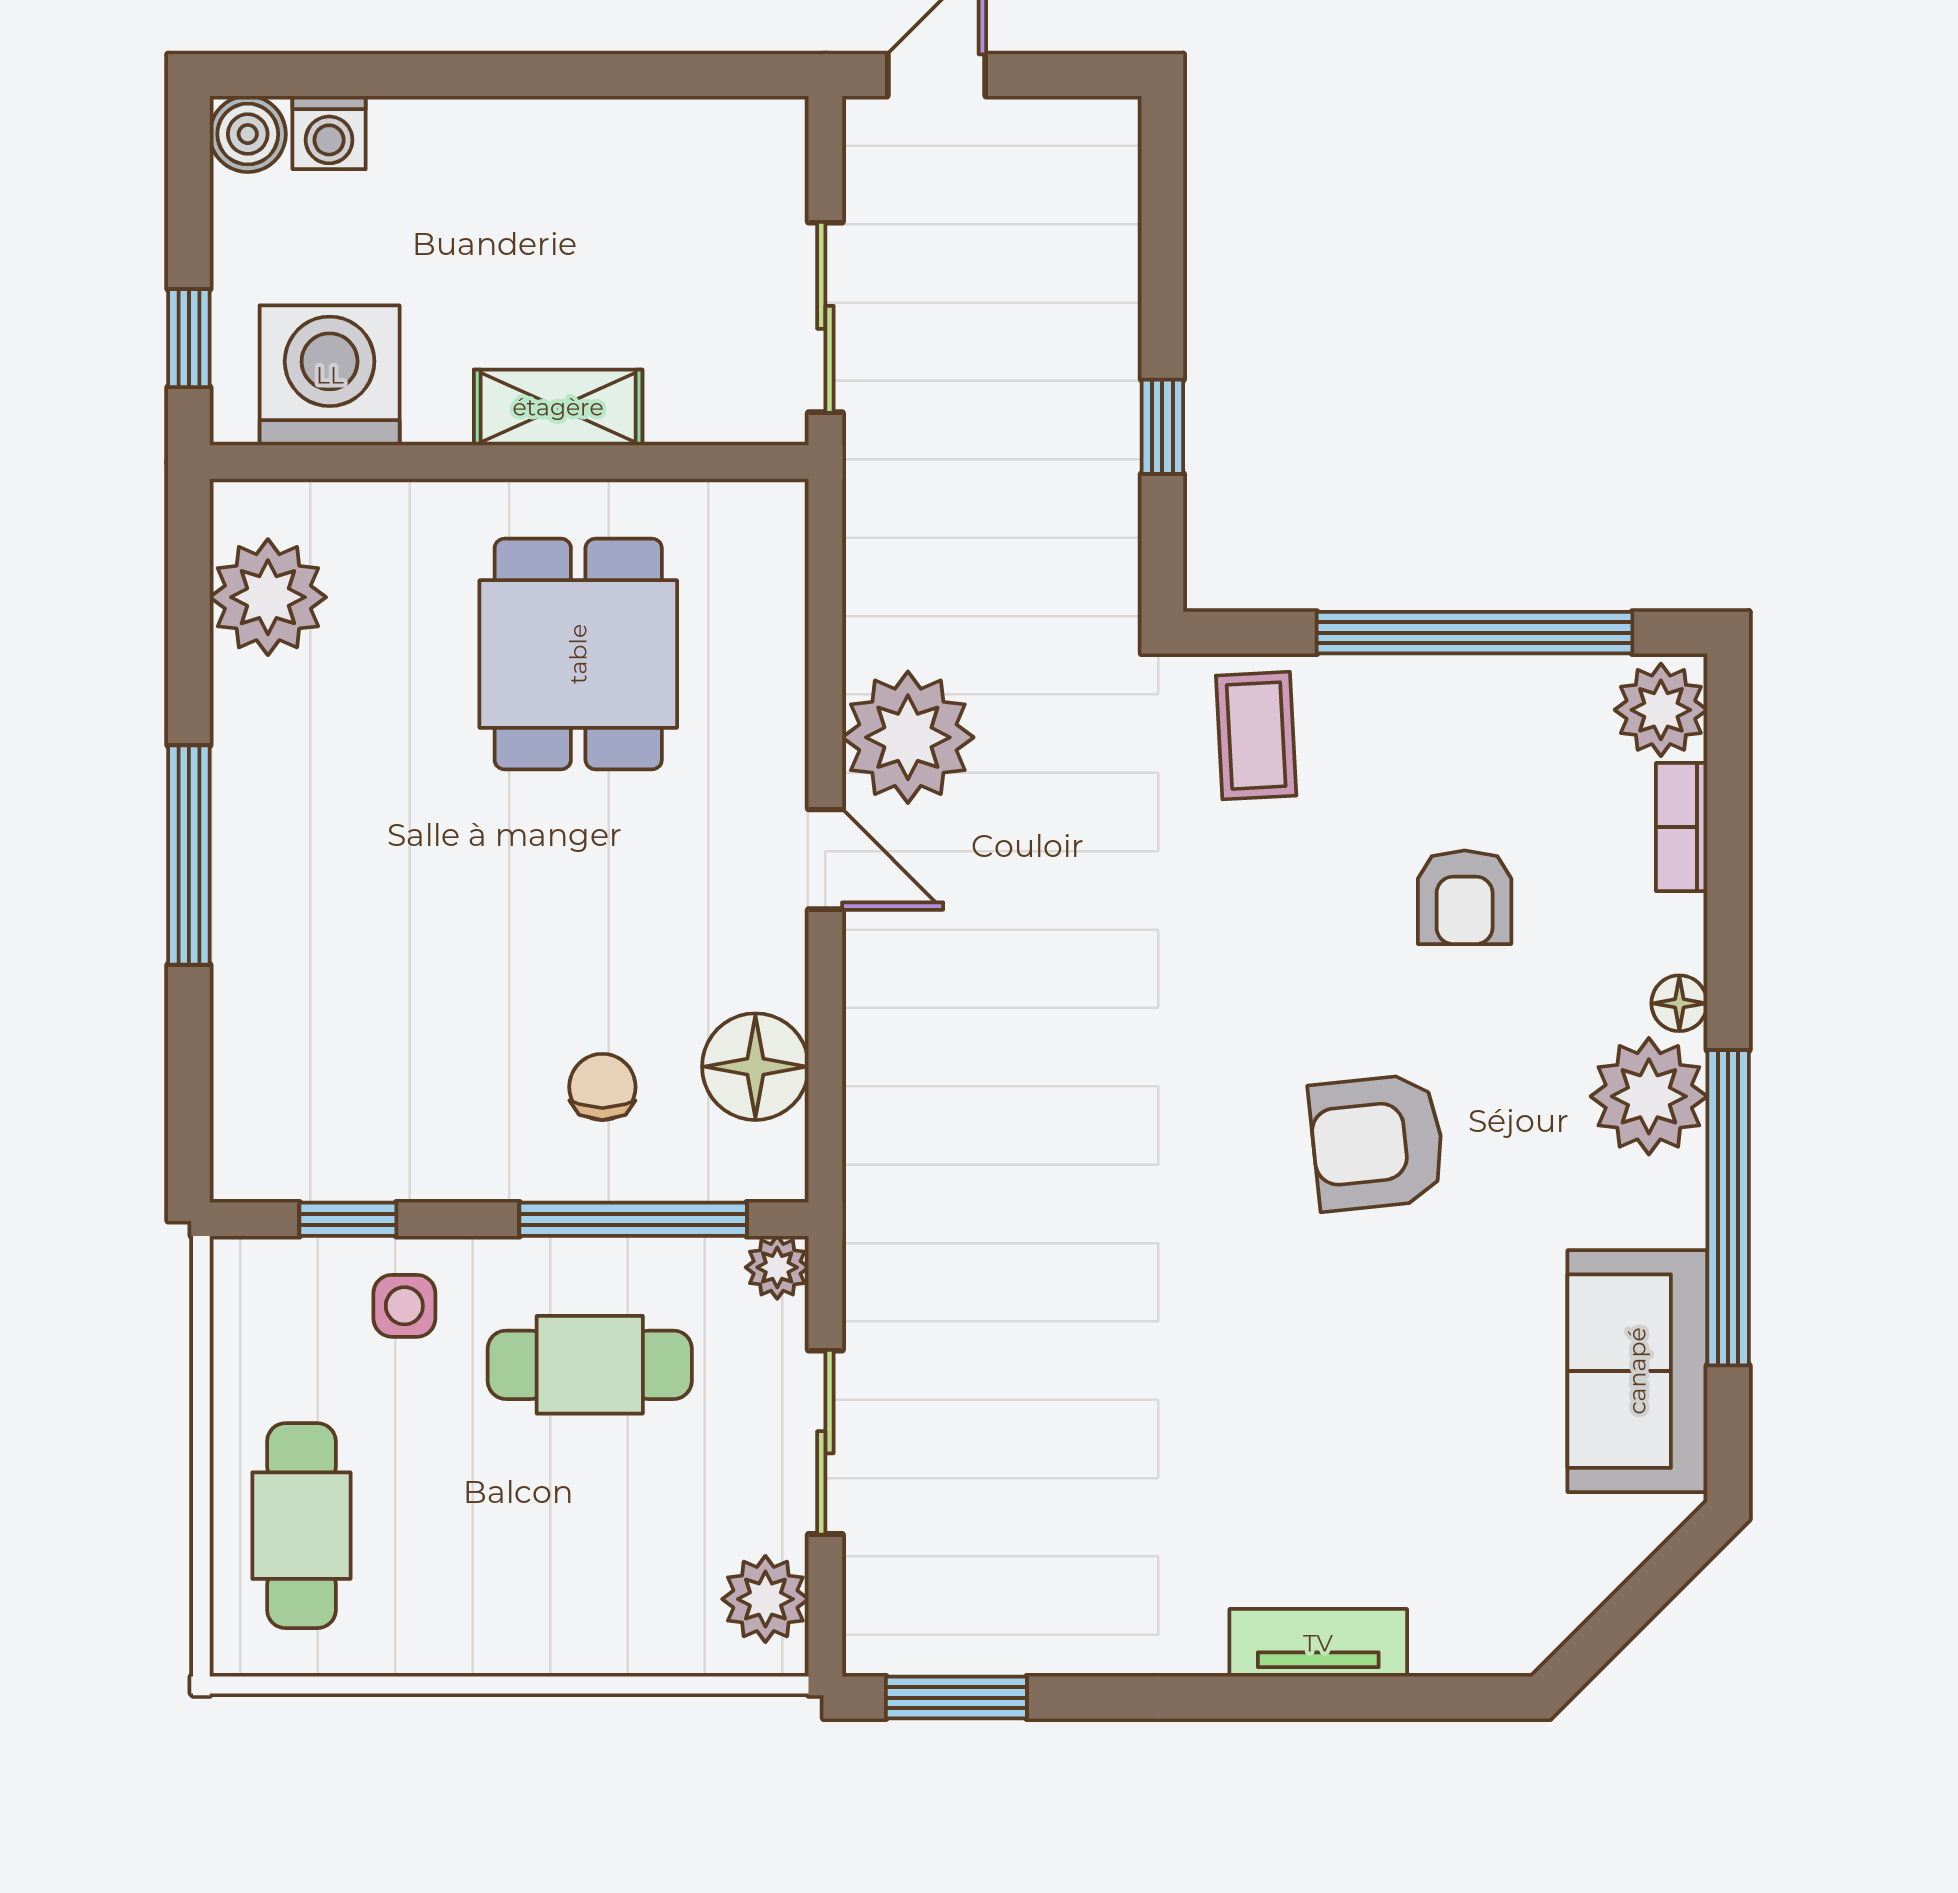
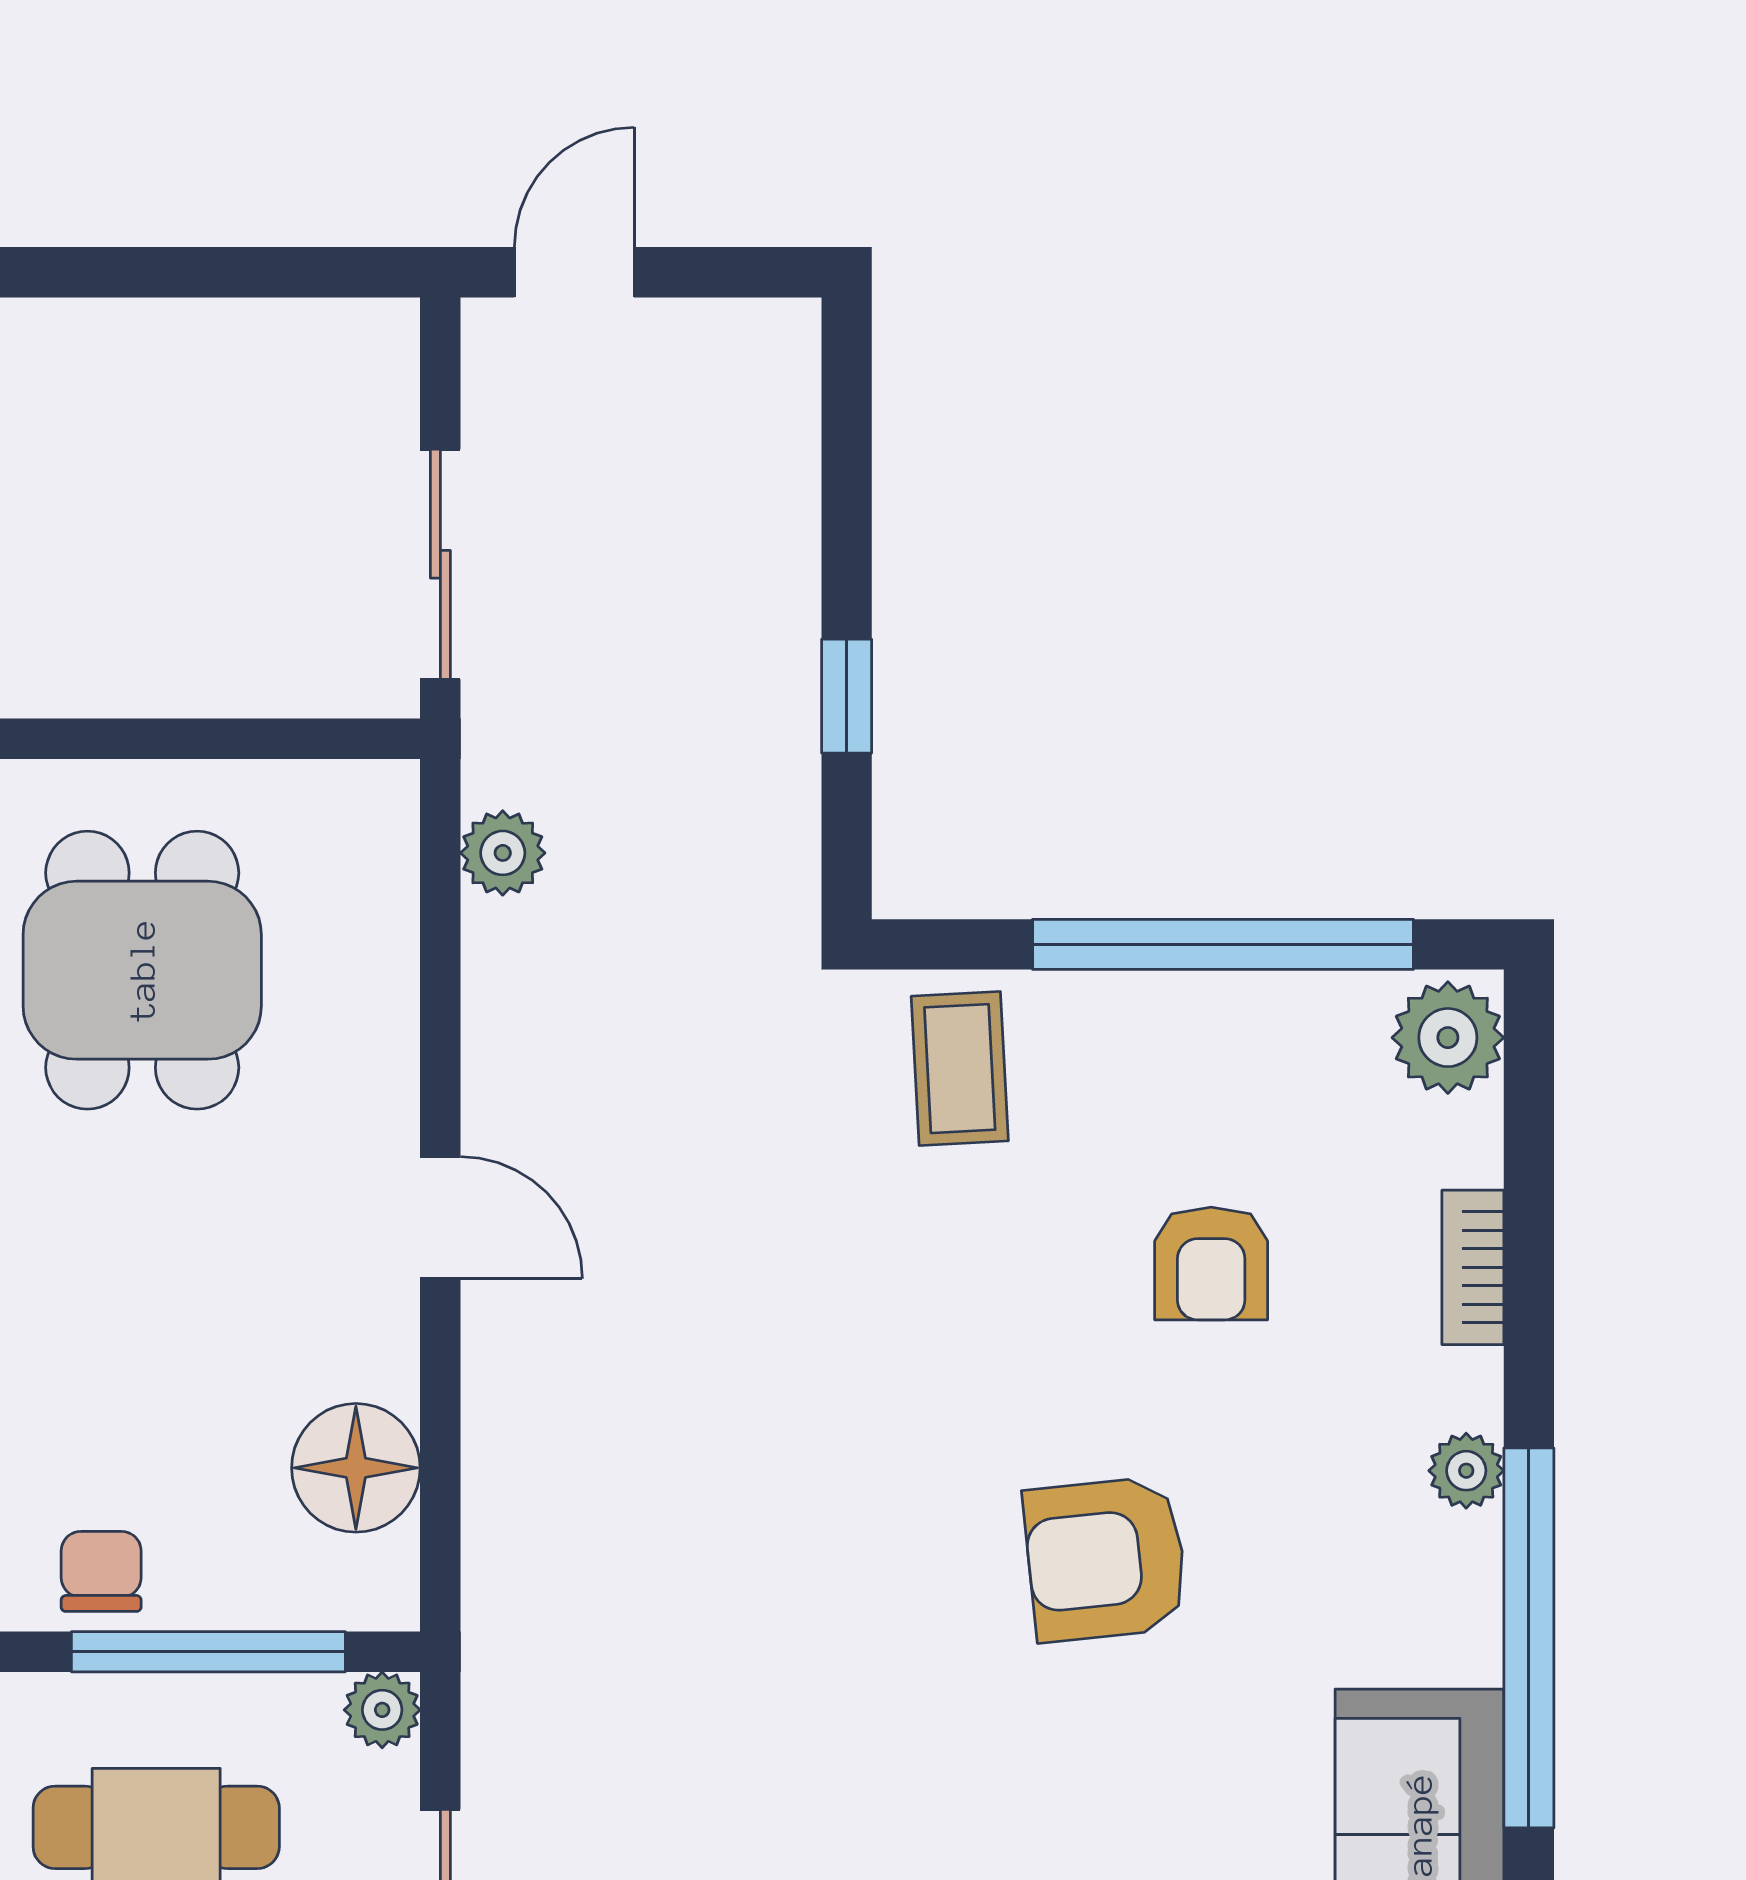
shelving: (558, 407) -> (118, 673), removed
plant: (908, 737) -> (503, 853), moved, width x0.53, depth x0.53
bookcase: (1682, 827) -> (1473, 1267), moved
floor lamp: (1679, 1003) -> (1470, 1391), removed
chair: (602, 1087) -> (101, 1571), moved
plant: (1649, 1096) -> (1466, 1471), width x0.53, depth x0.53

